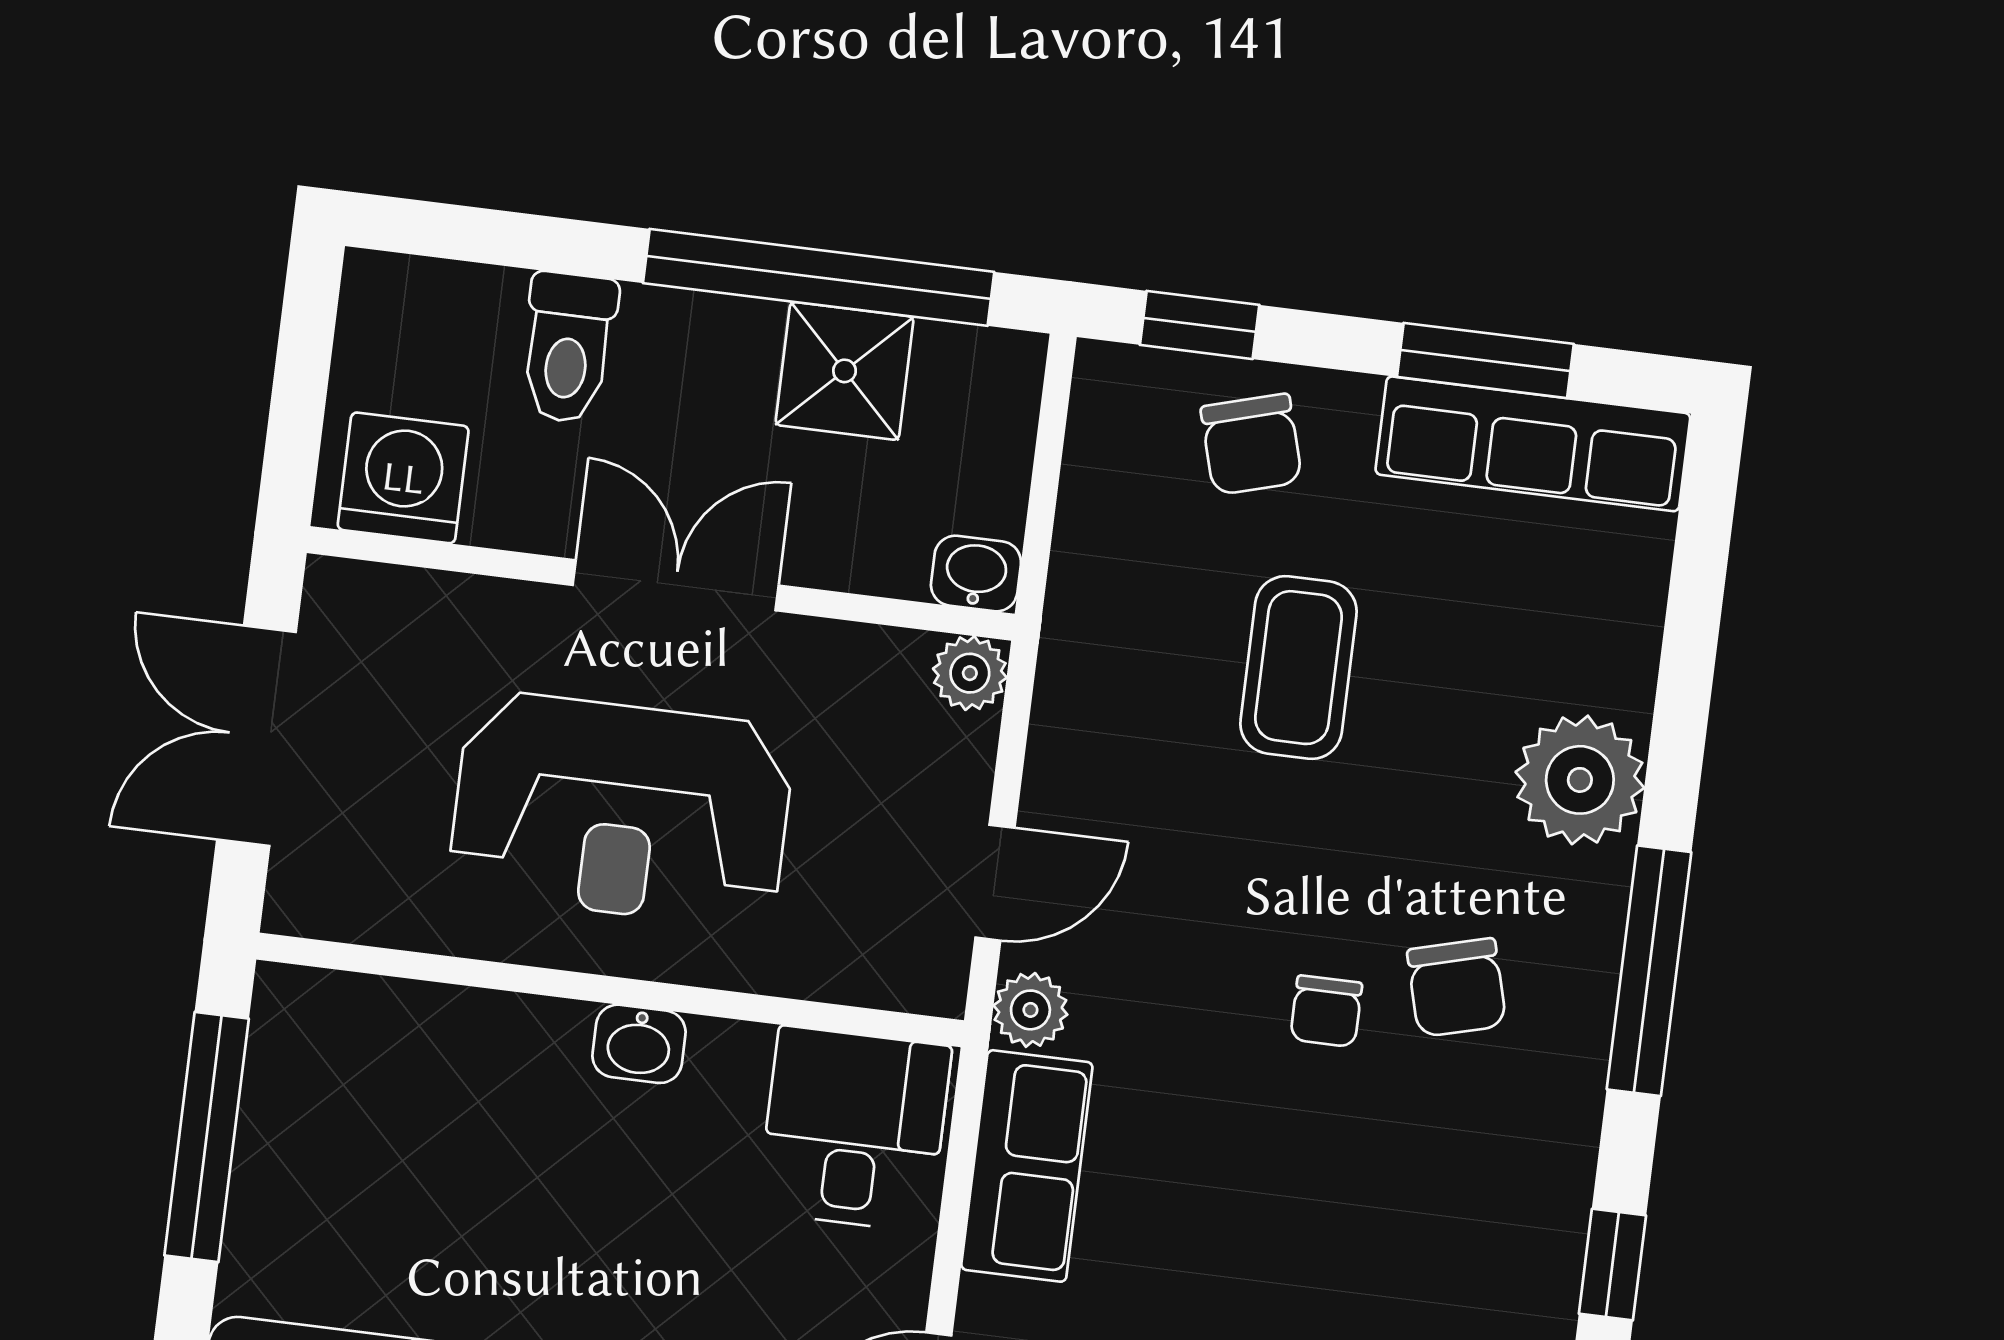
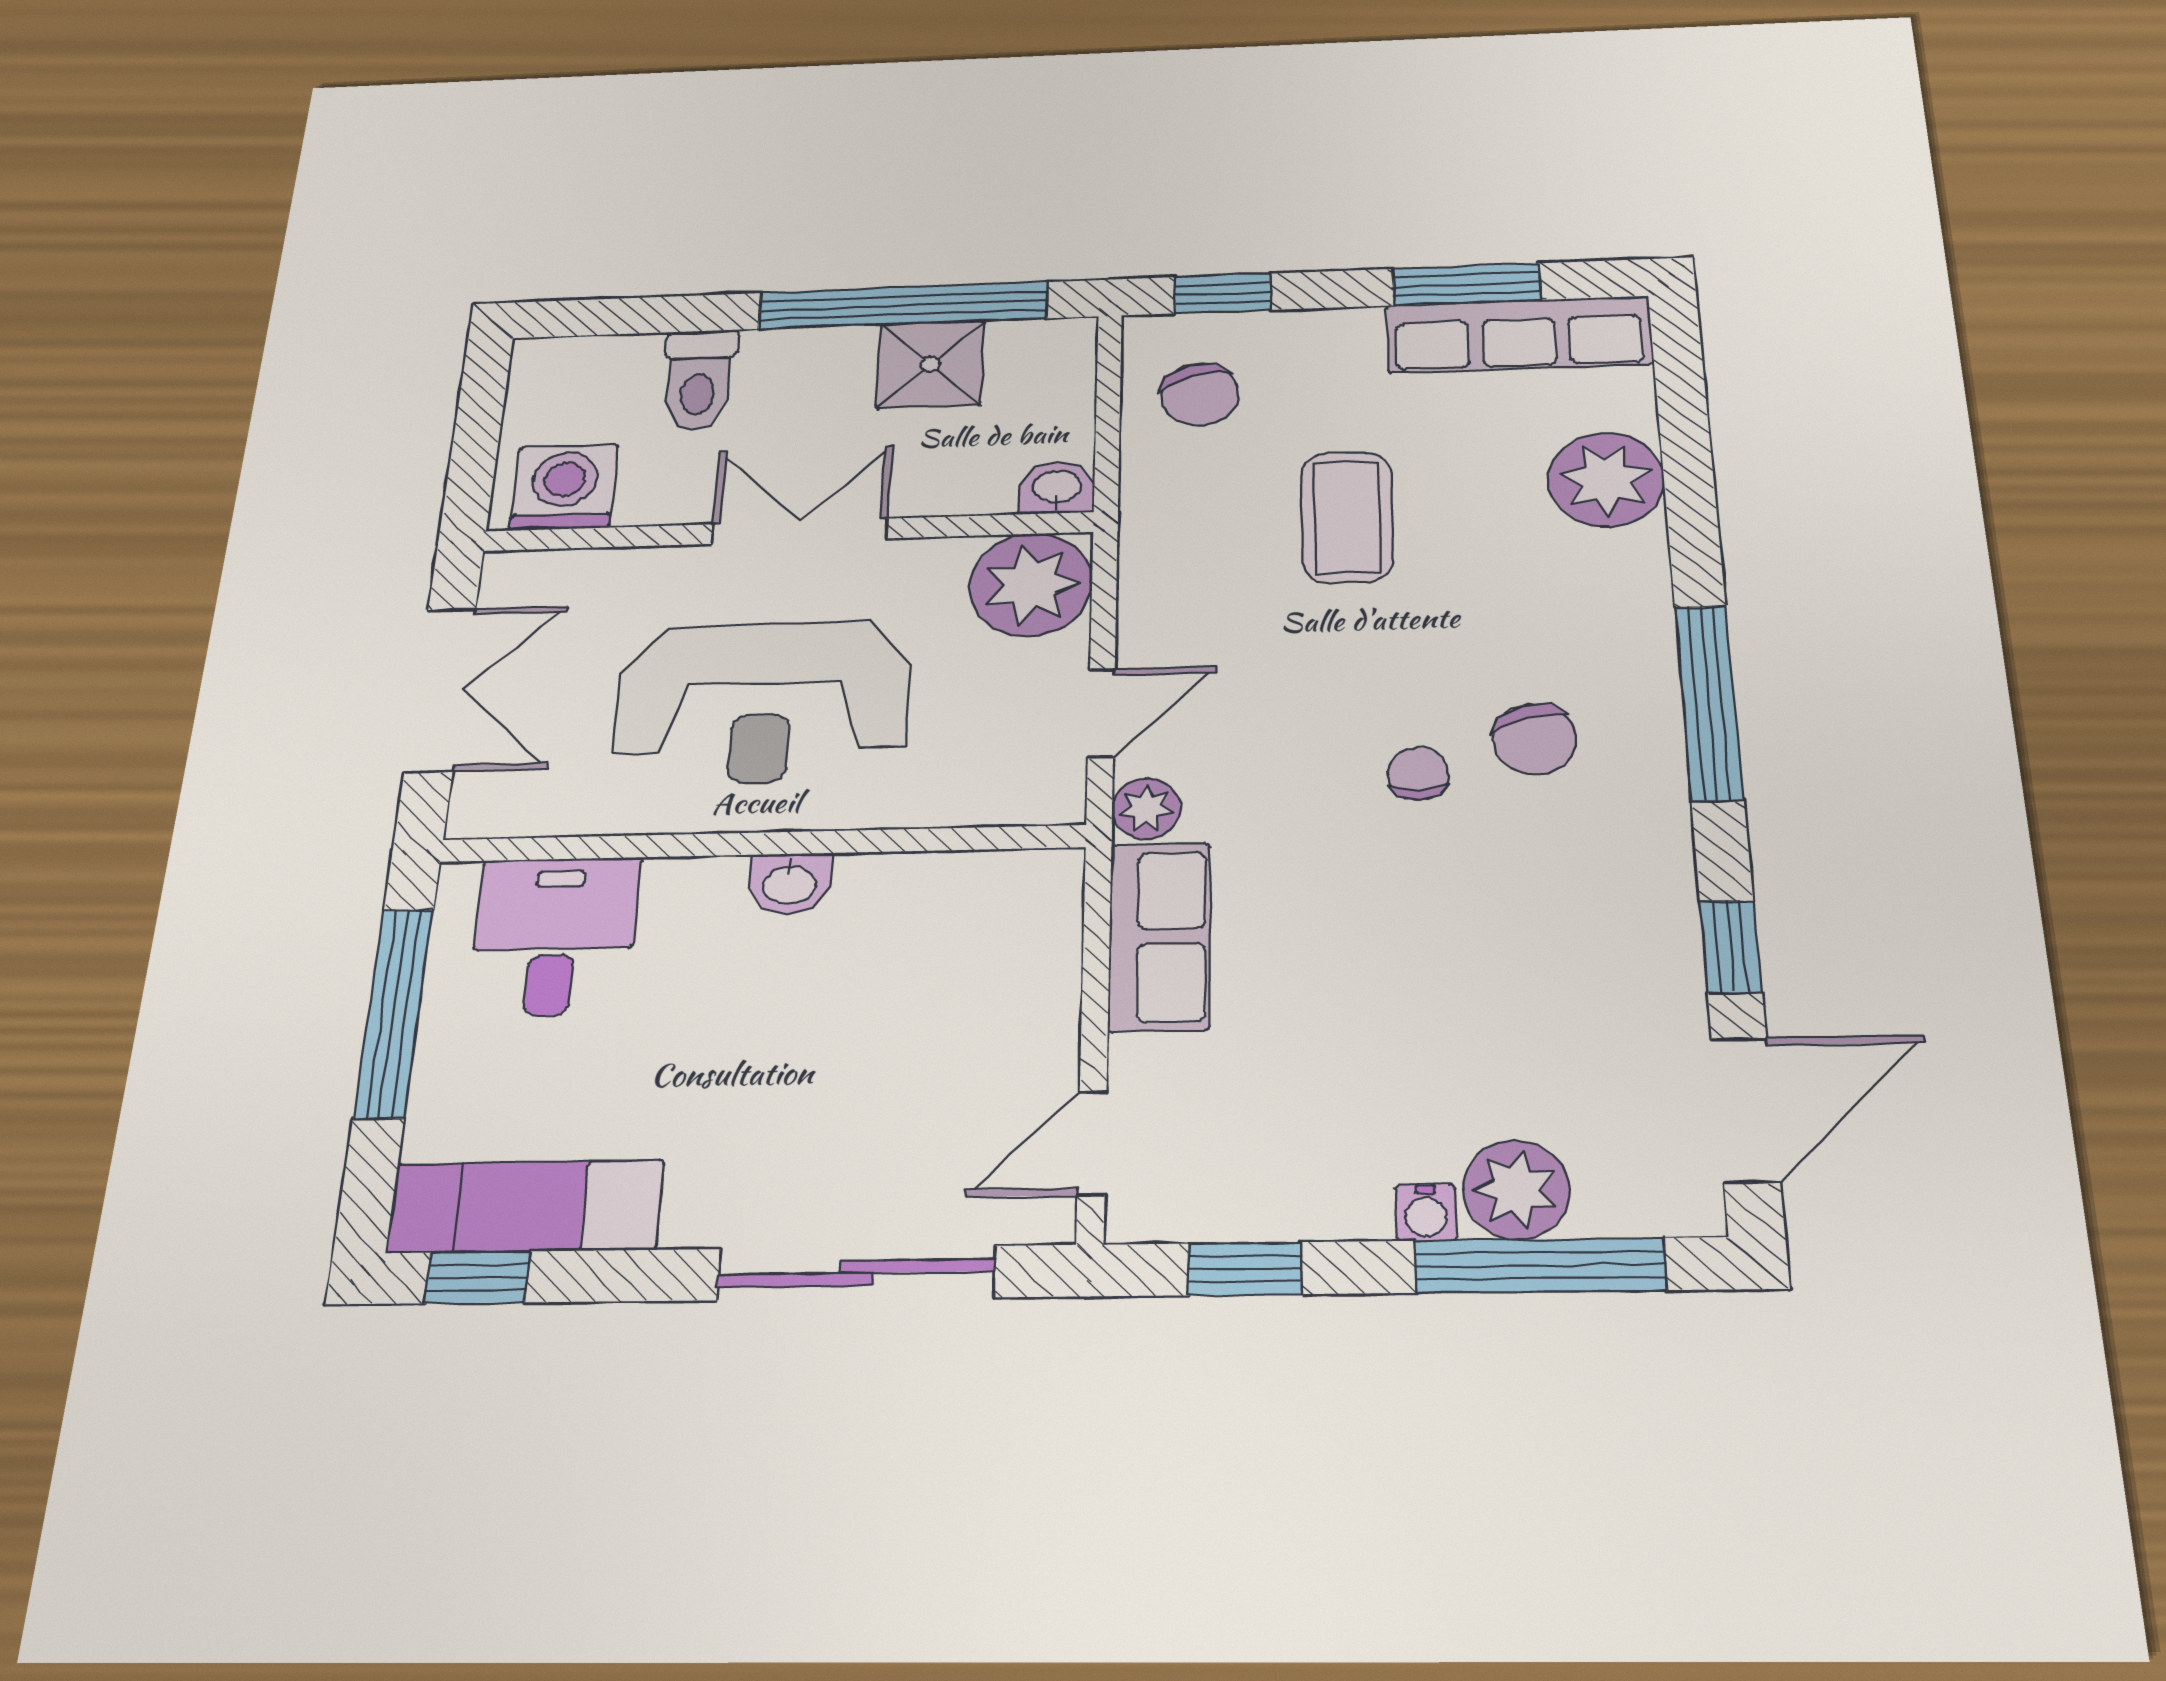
chair: (1251, 444) -> (1200, 394), moved
plant: (970, 673) -> (1031, 585), width x1.88, depth x1.88
double door: (257, 736) -> (440, 690), swing flipped
plant: (1580, 780) -> (1606, 480), moved
chair: (1326, 1011) -> (1418, 774), turned 180
desk: (854, 1129) -> (554, 936), moved

